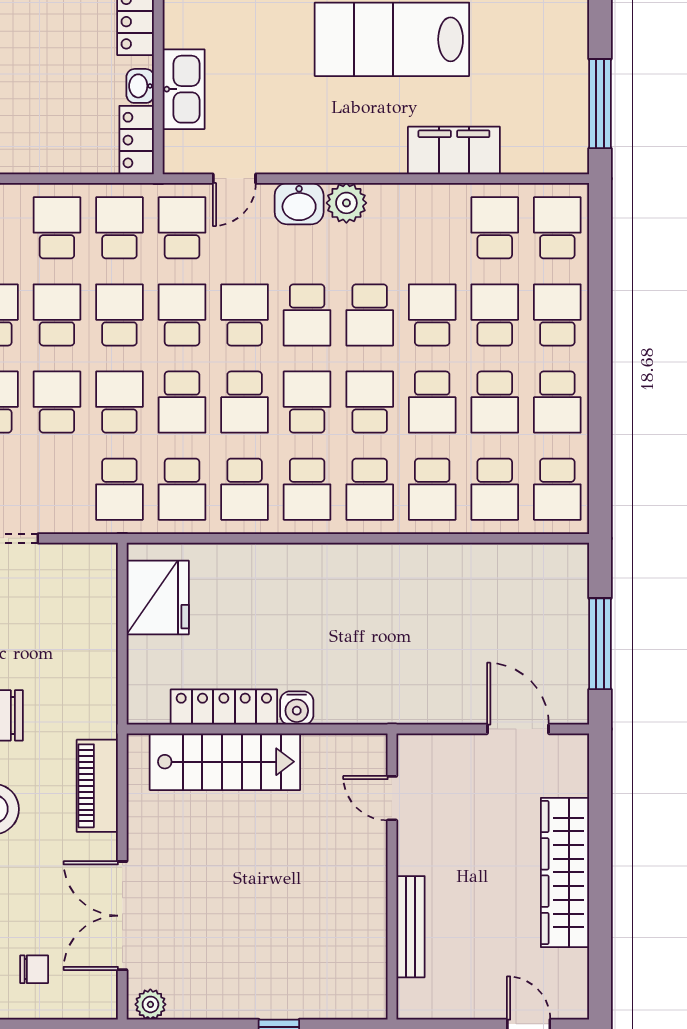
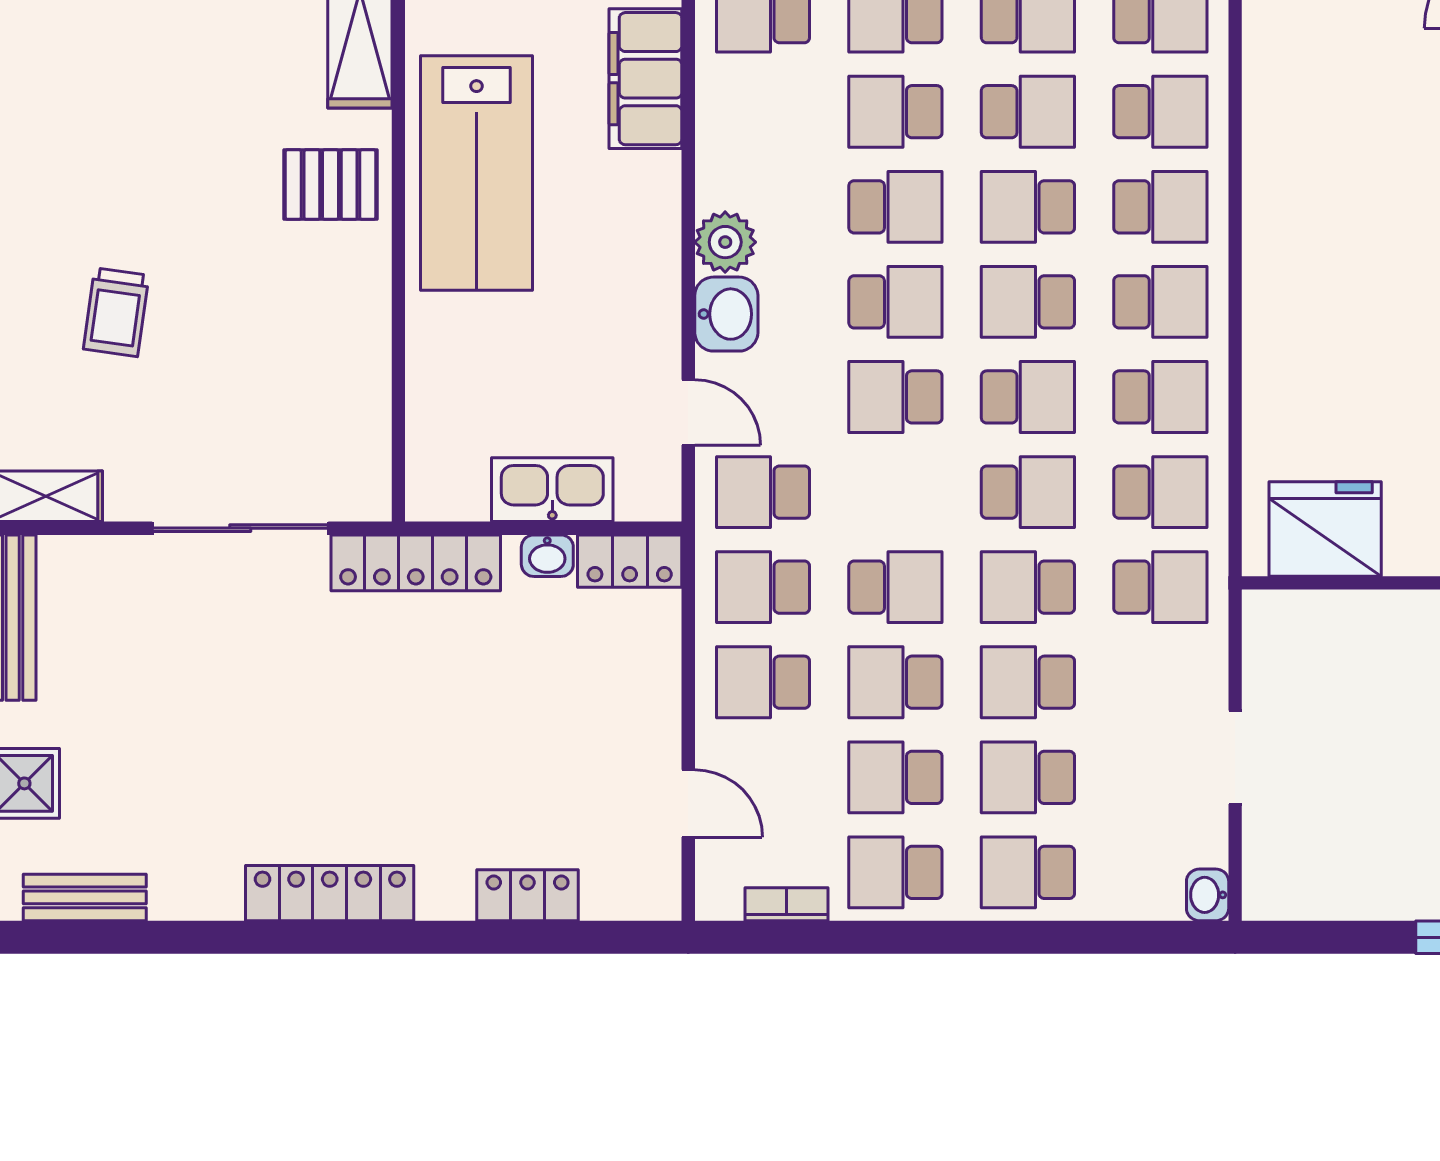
school desk: (119, 315) -> (895, 587), turned 180
school desk: (182, 315) -> (895, 492), removed

